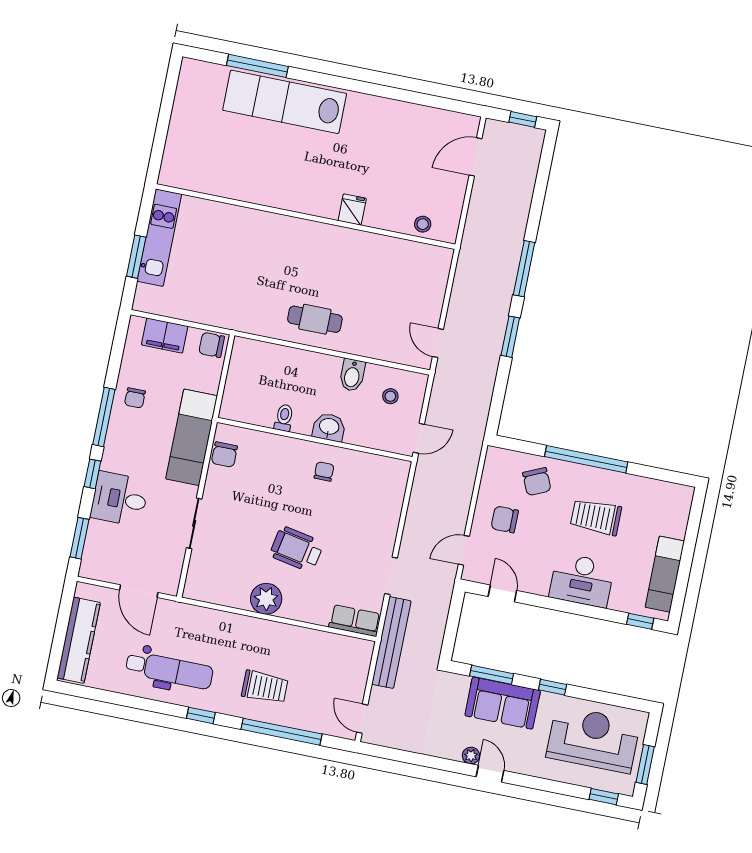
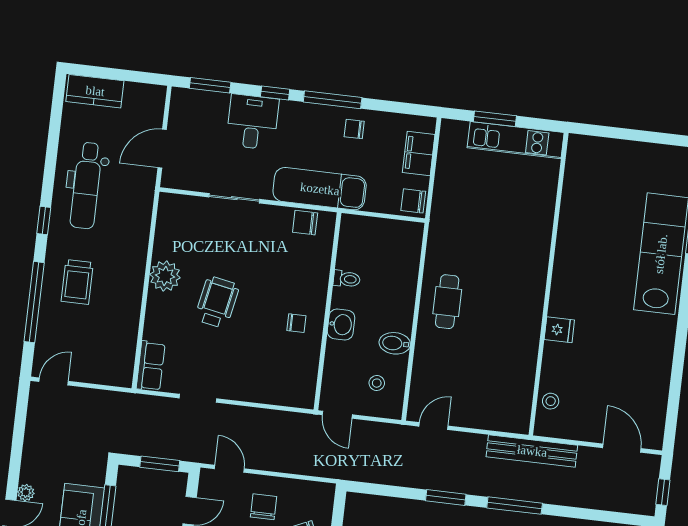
chair: (212, 345) -> (413, 201), turned -90
window: (453, 619) -> (160, 464), added
kitchen counter: (79, 640) -> (95, 91), width x0.67
bench: (391, 643) -> (532, 451), moved

